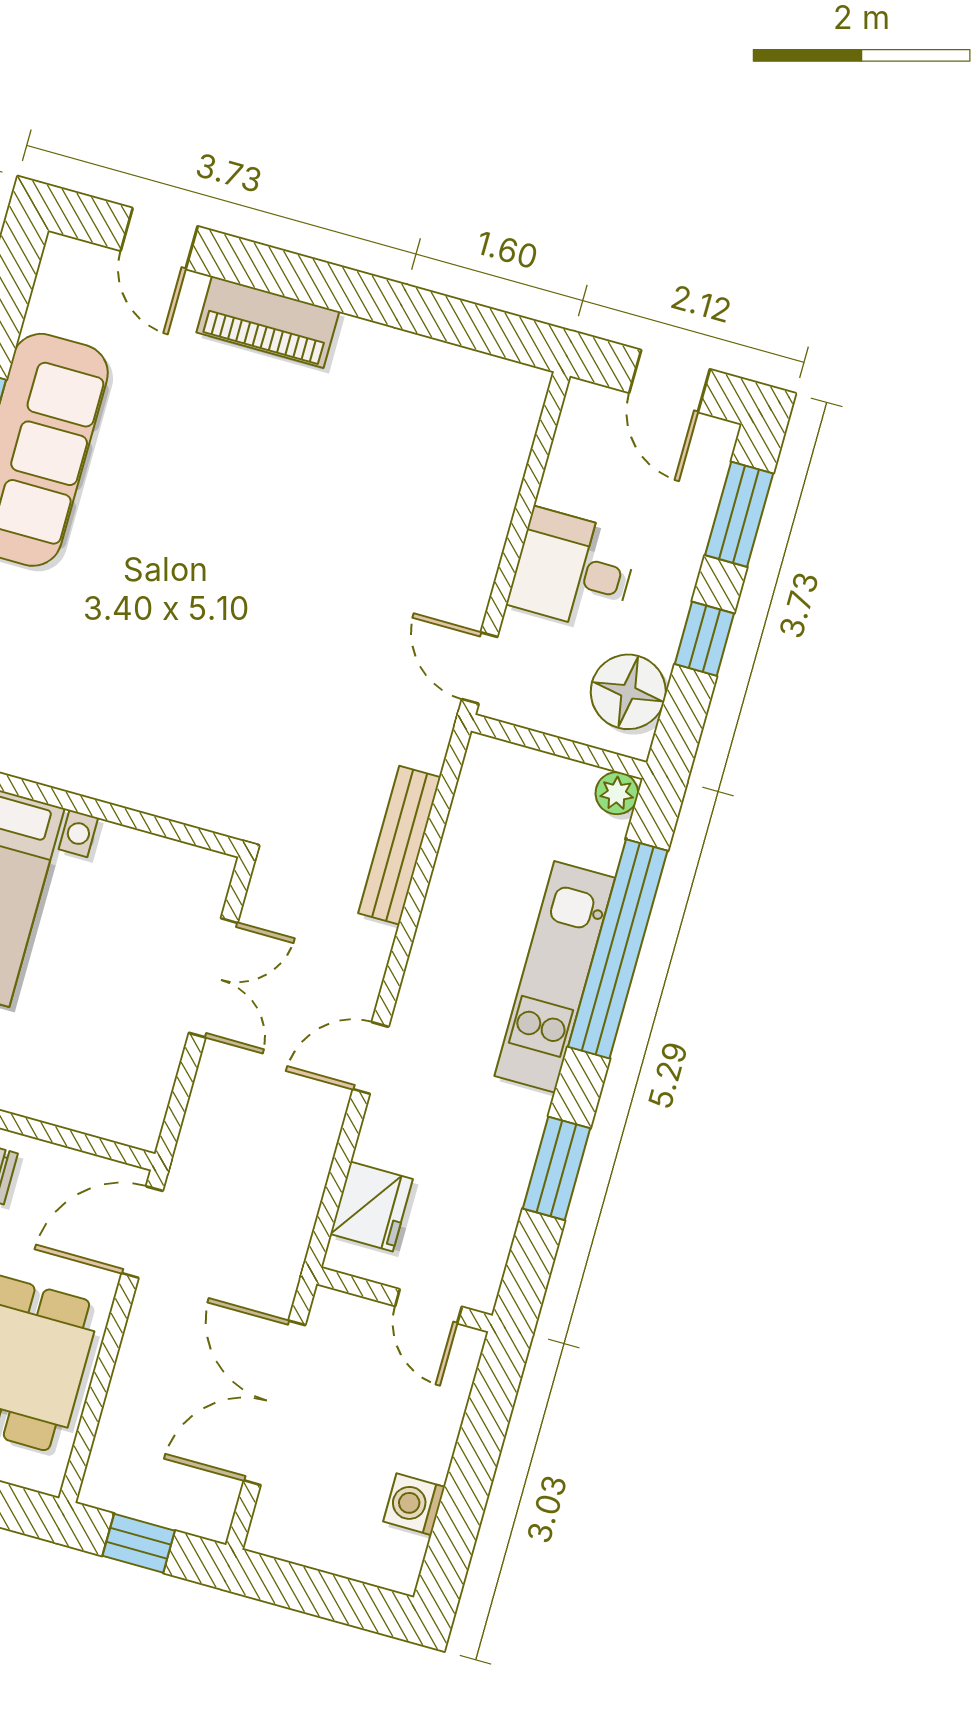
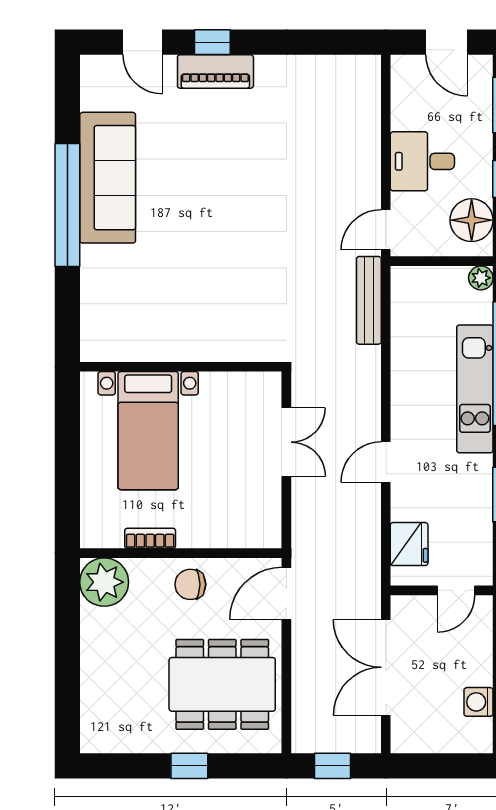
window: (276, 271) -> (212, 42), added
door: (480, 668) -> (386, 230), hinge flipped
bench: (399, 845) -> (369, 300), moved
door: (428, 1306) -> (456, 590), hinge flipped

